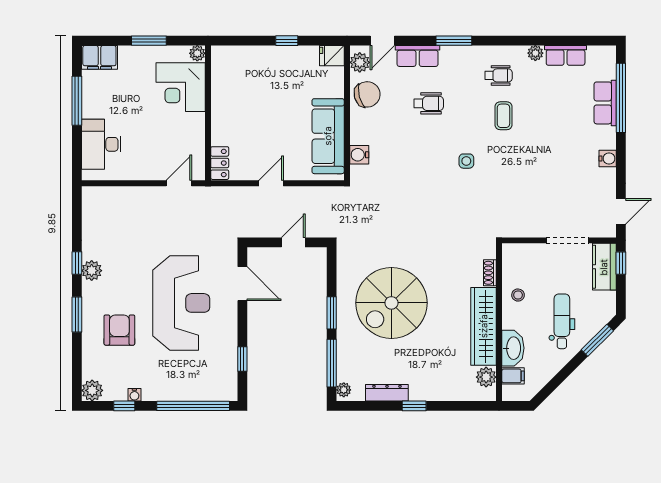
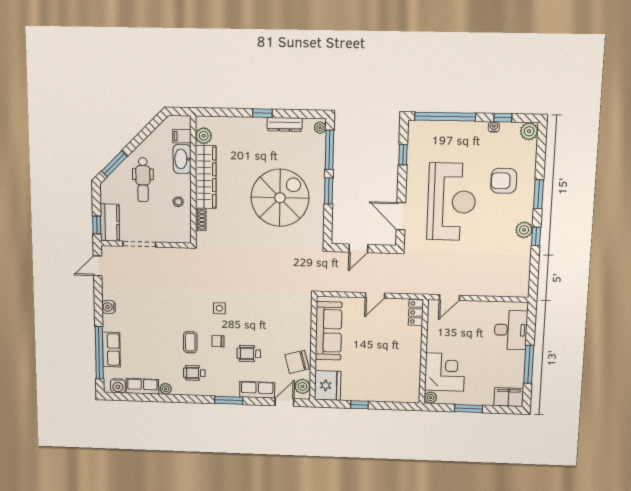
fridge: (332, 56) -> (328, 385), width x1.88, depth x1.34
chair: (468, 118) -> (218, 341), added
water cooler: (359, 155) -> (118, 386), moved, turned 90
reception desk: (181, 303) -> (452, 202), turned 180
armchair: (119, 330) -> (504, 181), turned 90

